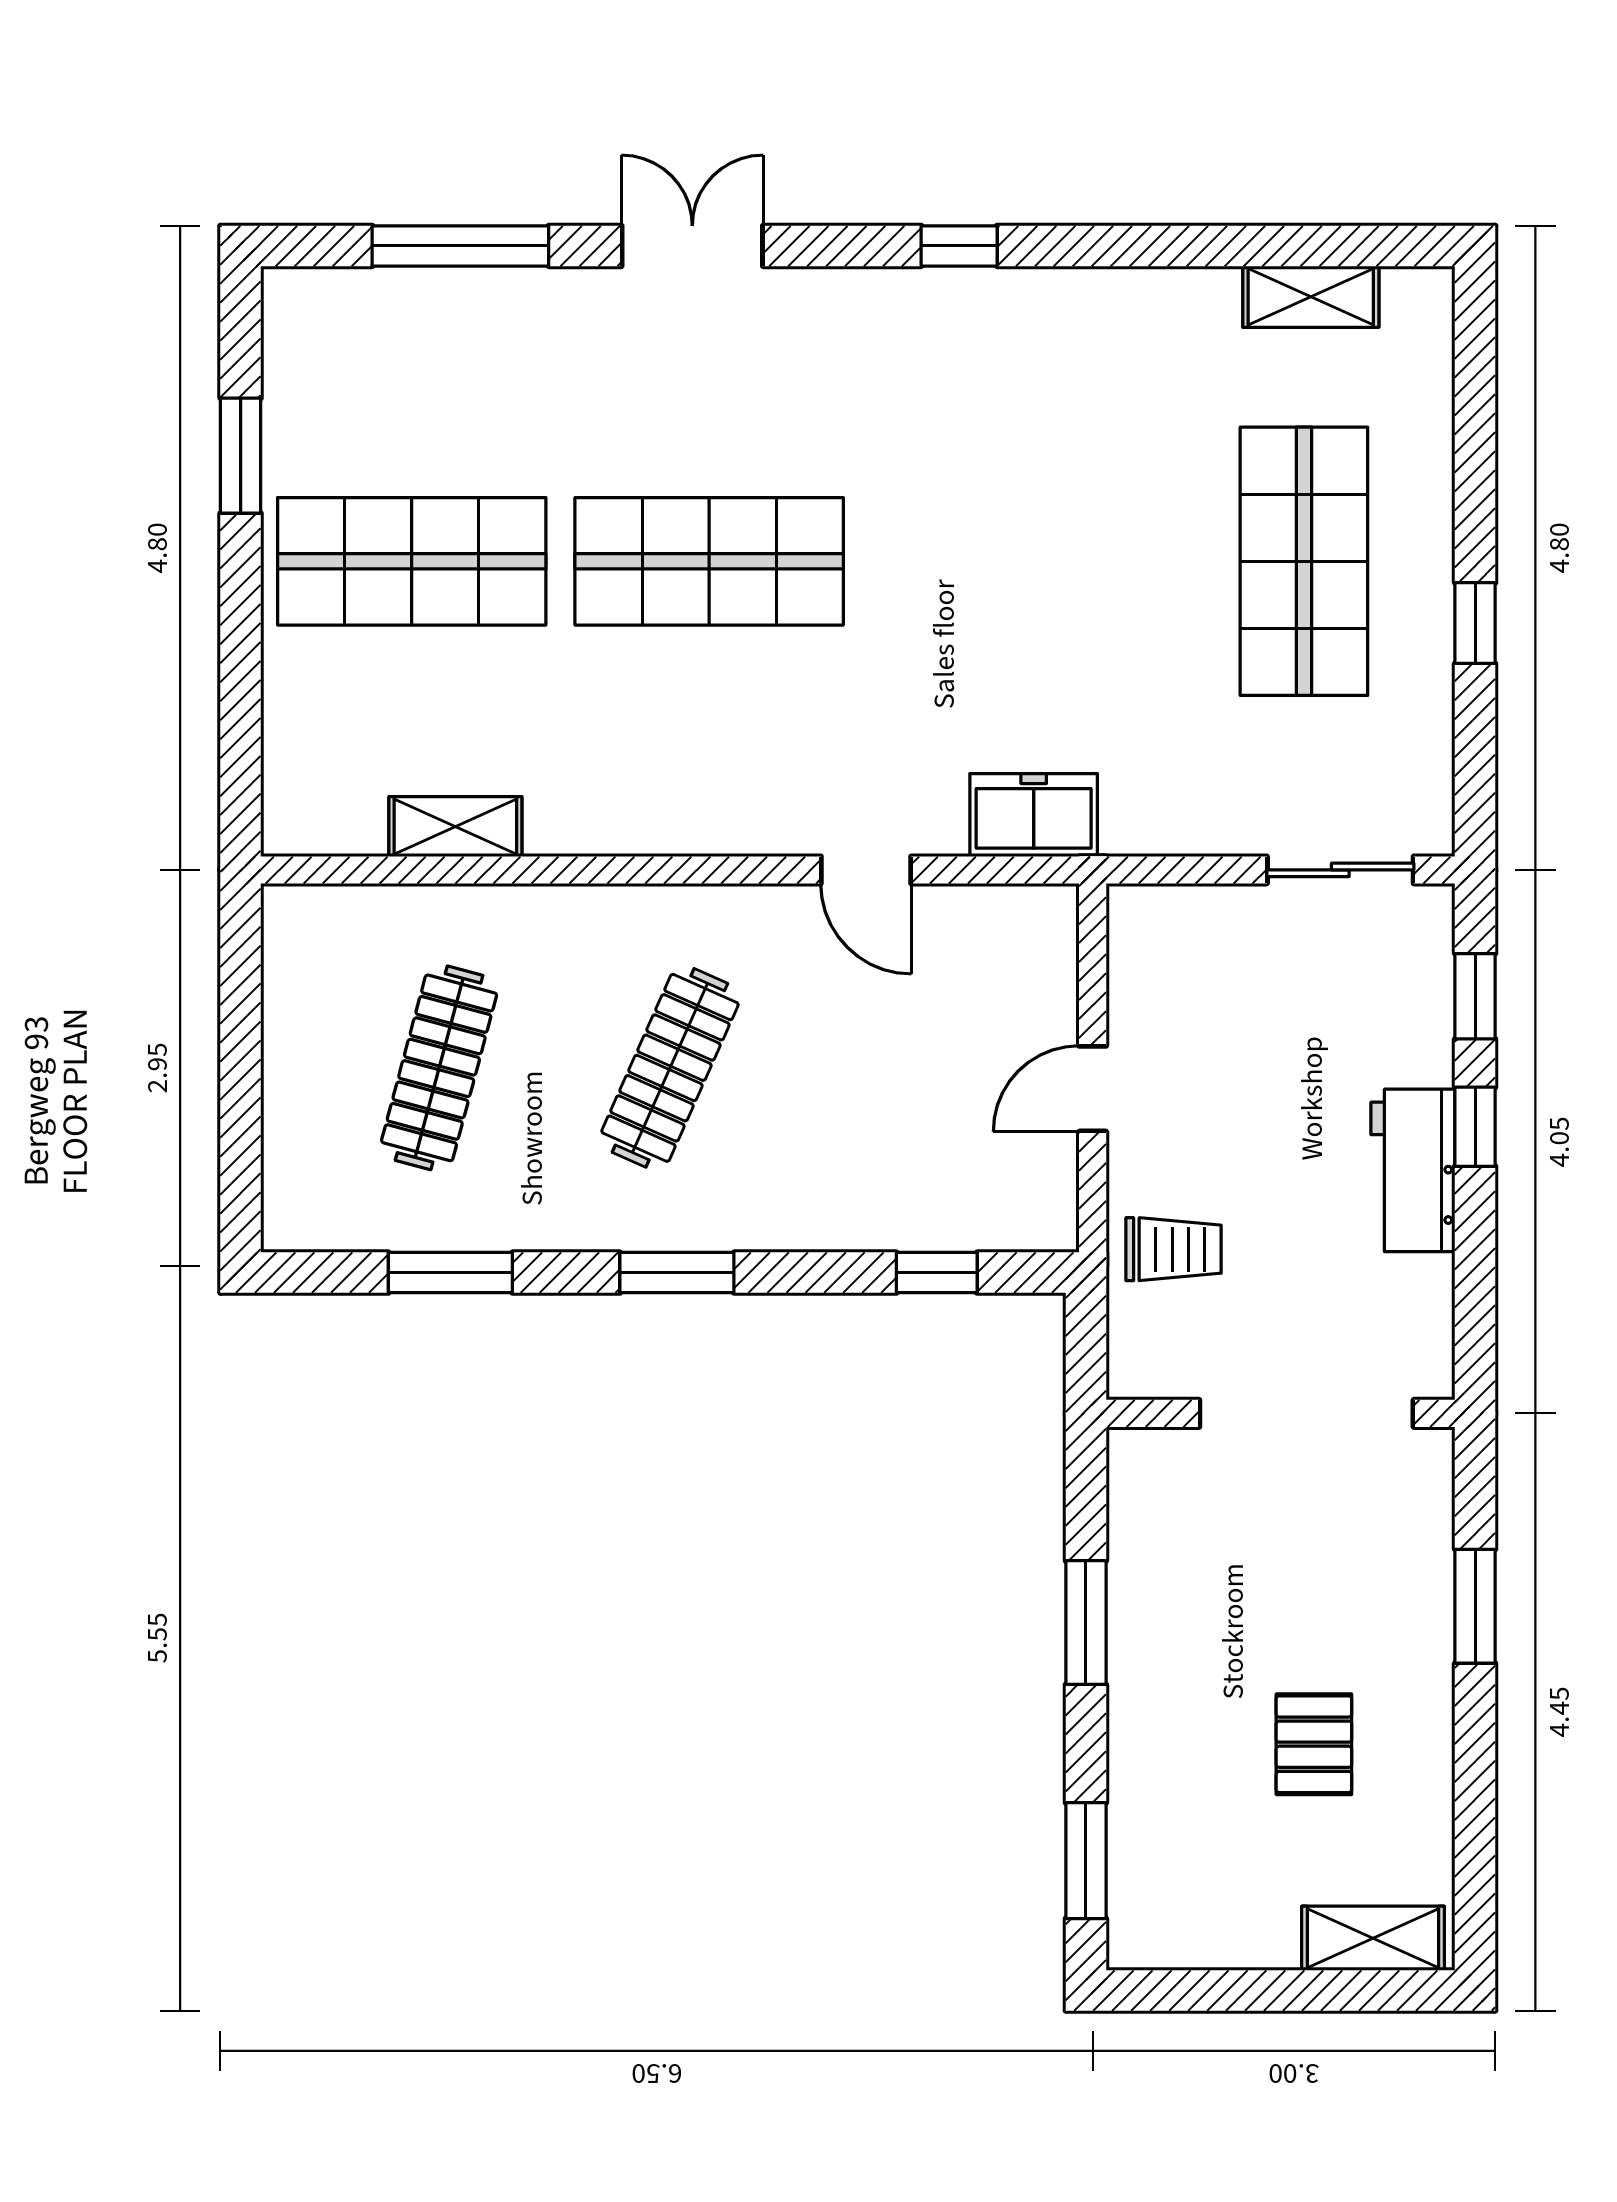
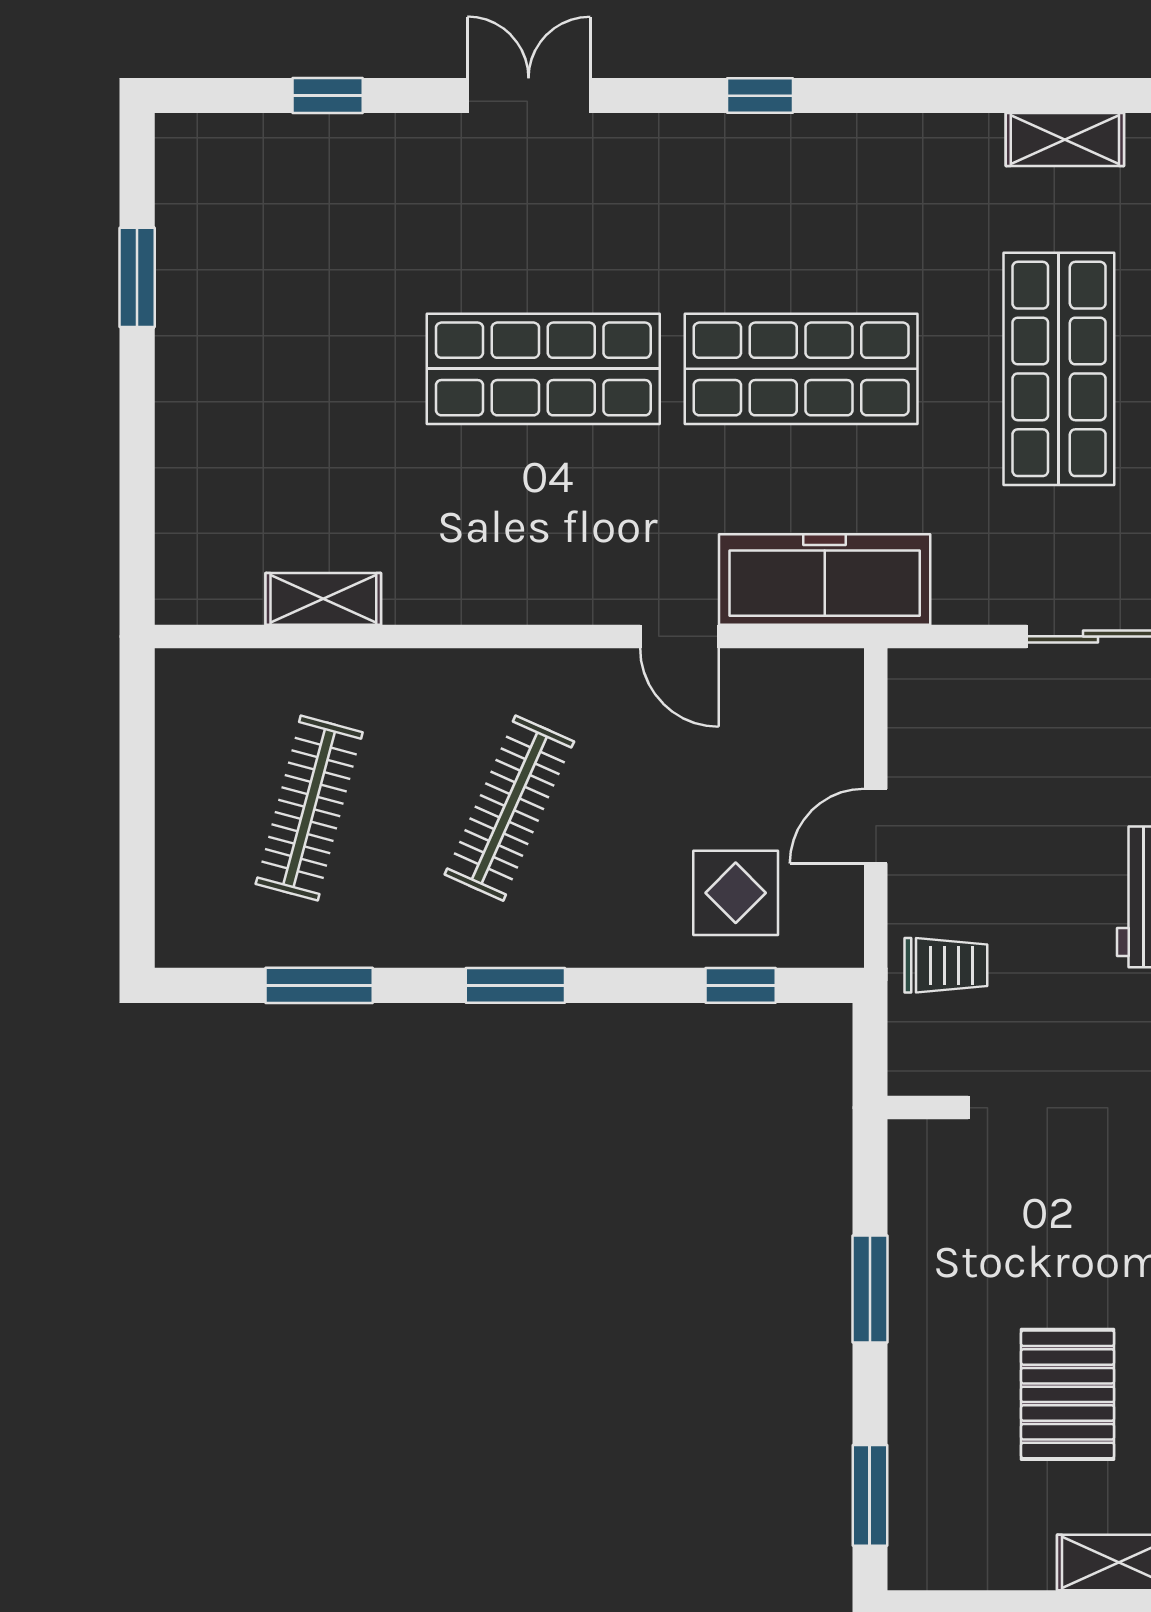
window: (460, 246) -> (328, 96), width x0.46
shop shelf: (412, 561) -> (801, 369), moved
freezer: (1034, 815) -> (825, 580), width x1.91, depth x1.26
display table: (931, 1166) -> (736, 893), added
pallet: (1314, 1744) -> (1068, 1394), width x1.50, depth x1.42

